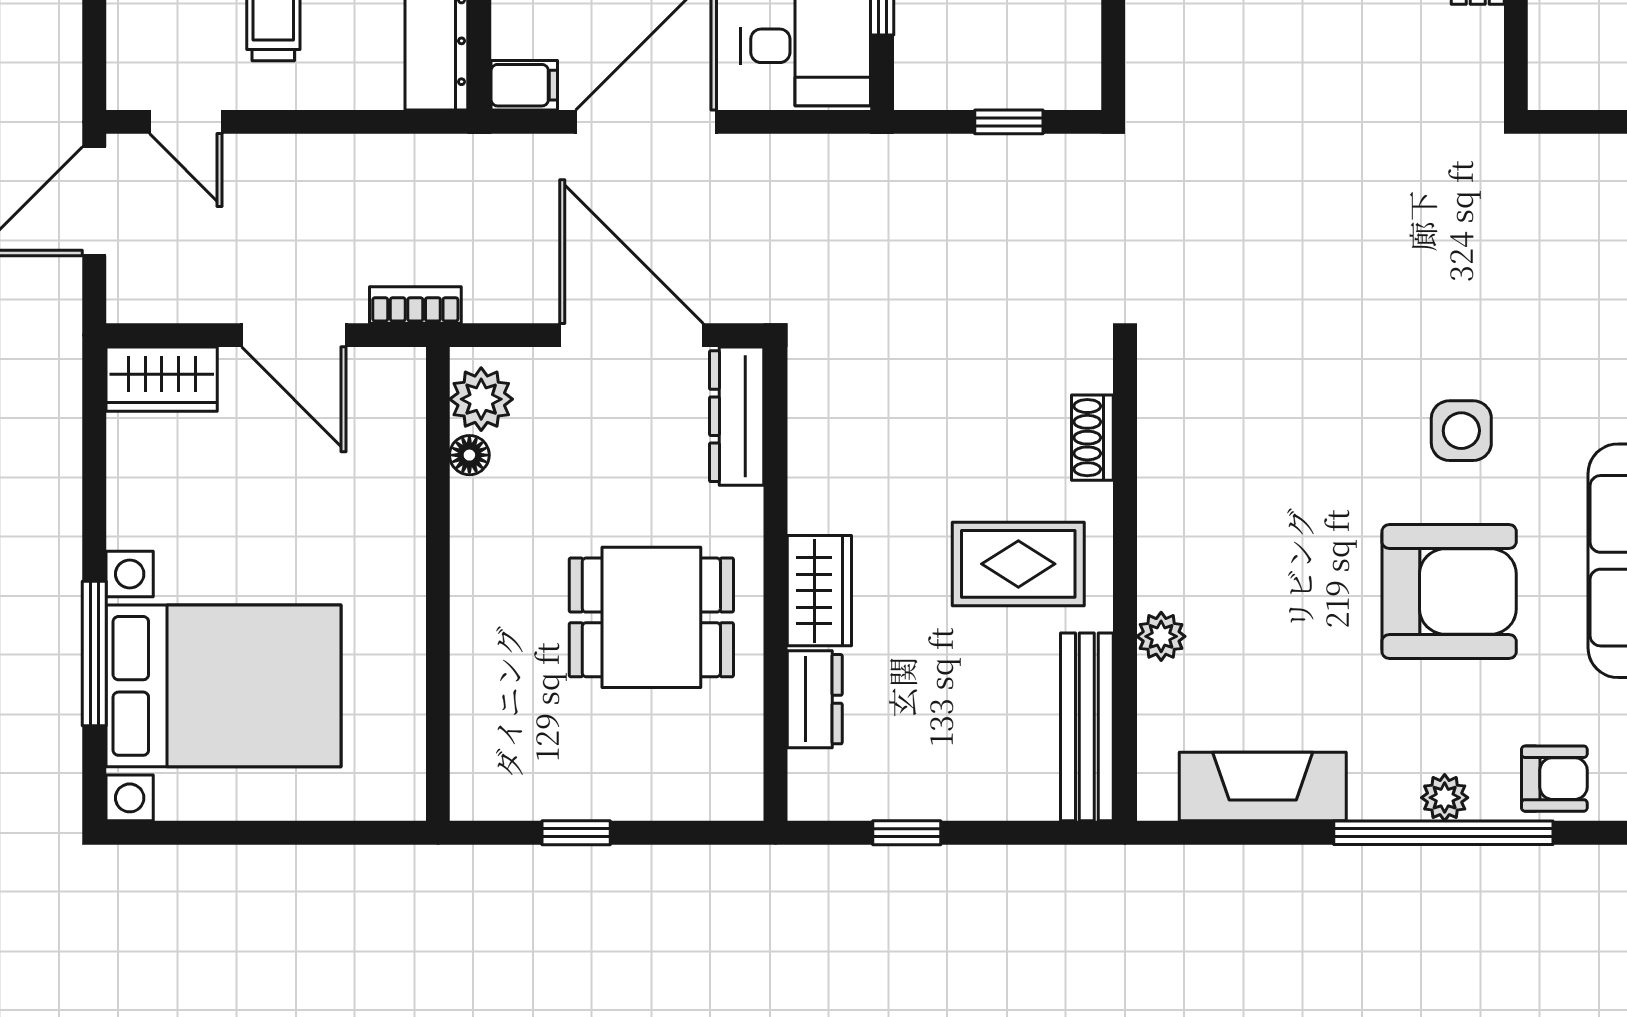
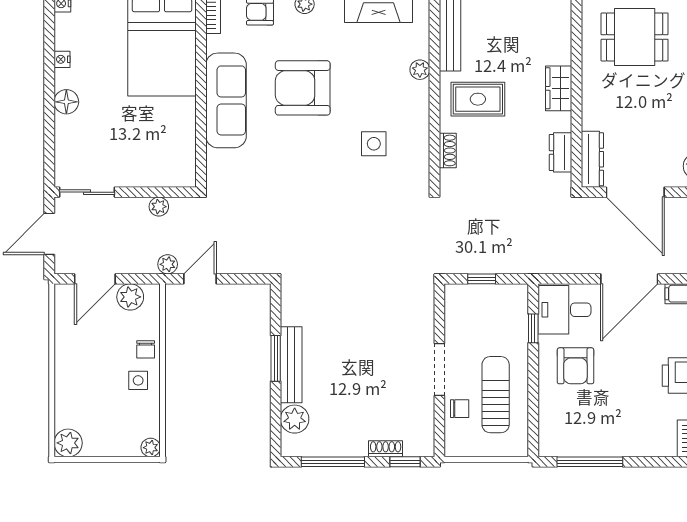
side table: (1461, 431) -> (374, 144), moved
dining table: (651, 617) -> (635, 37), moved
dresser: (815, 699) -> (561, 152), moved

